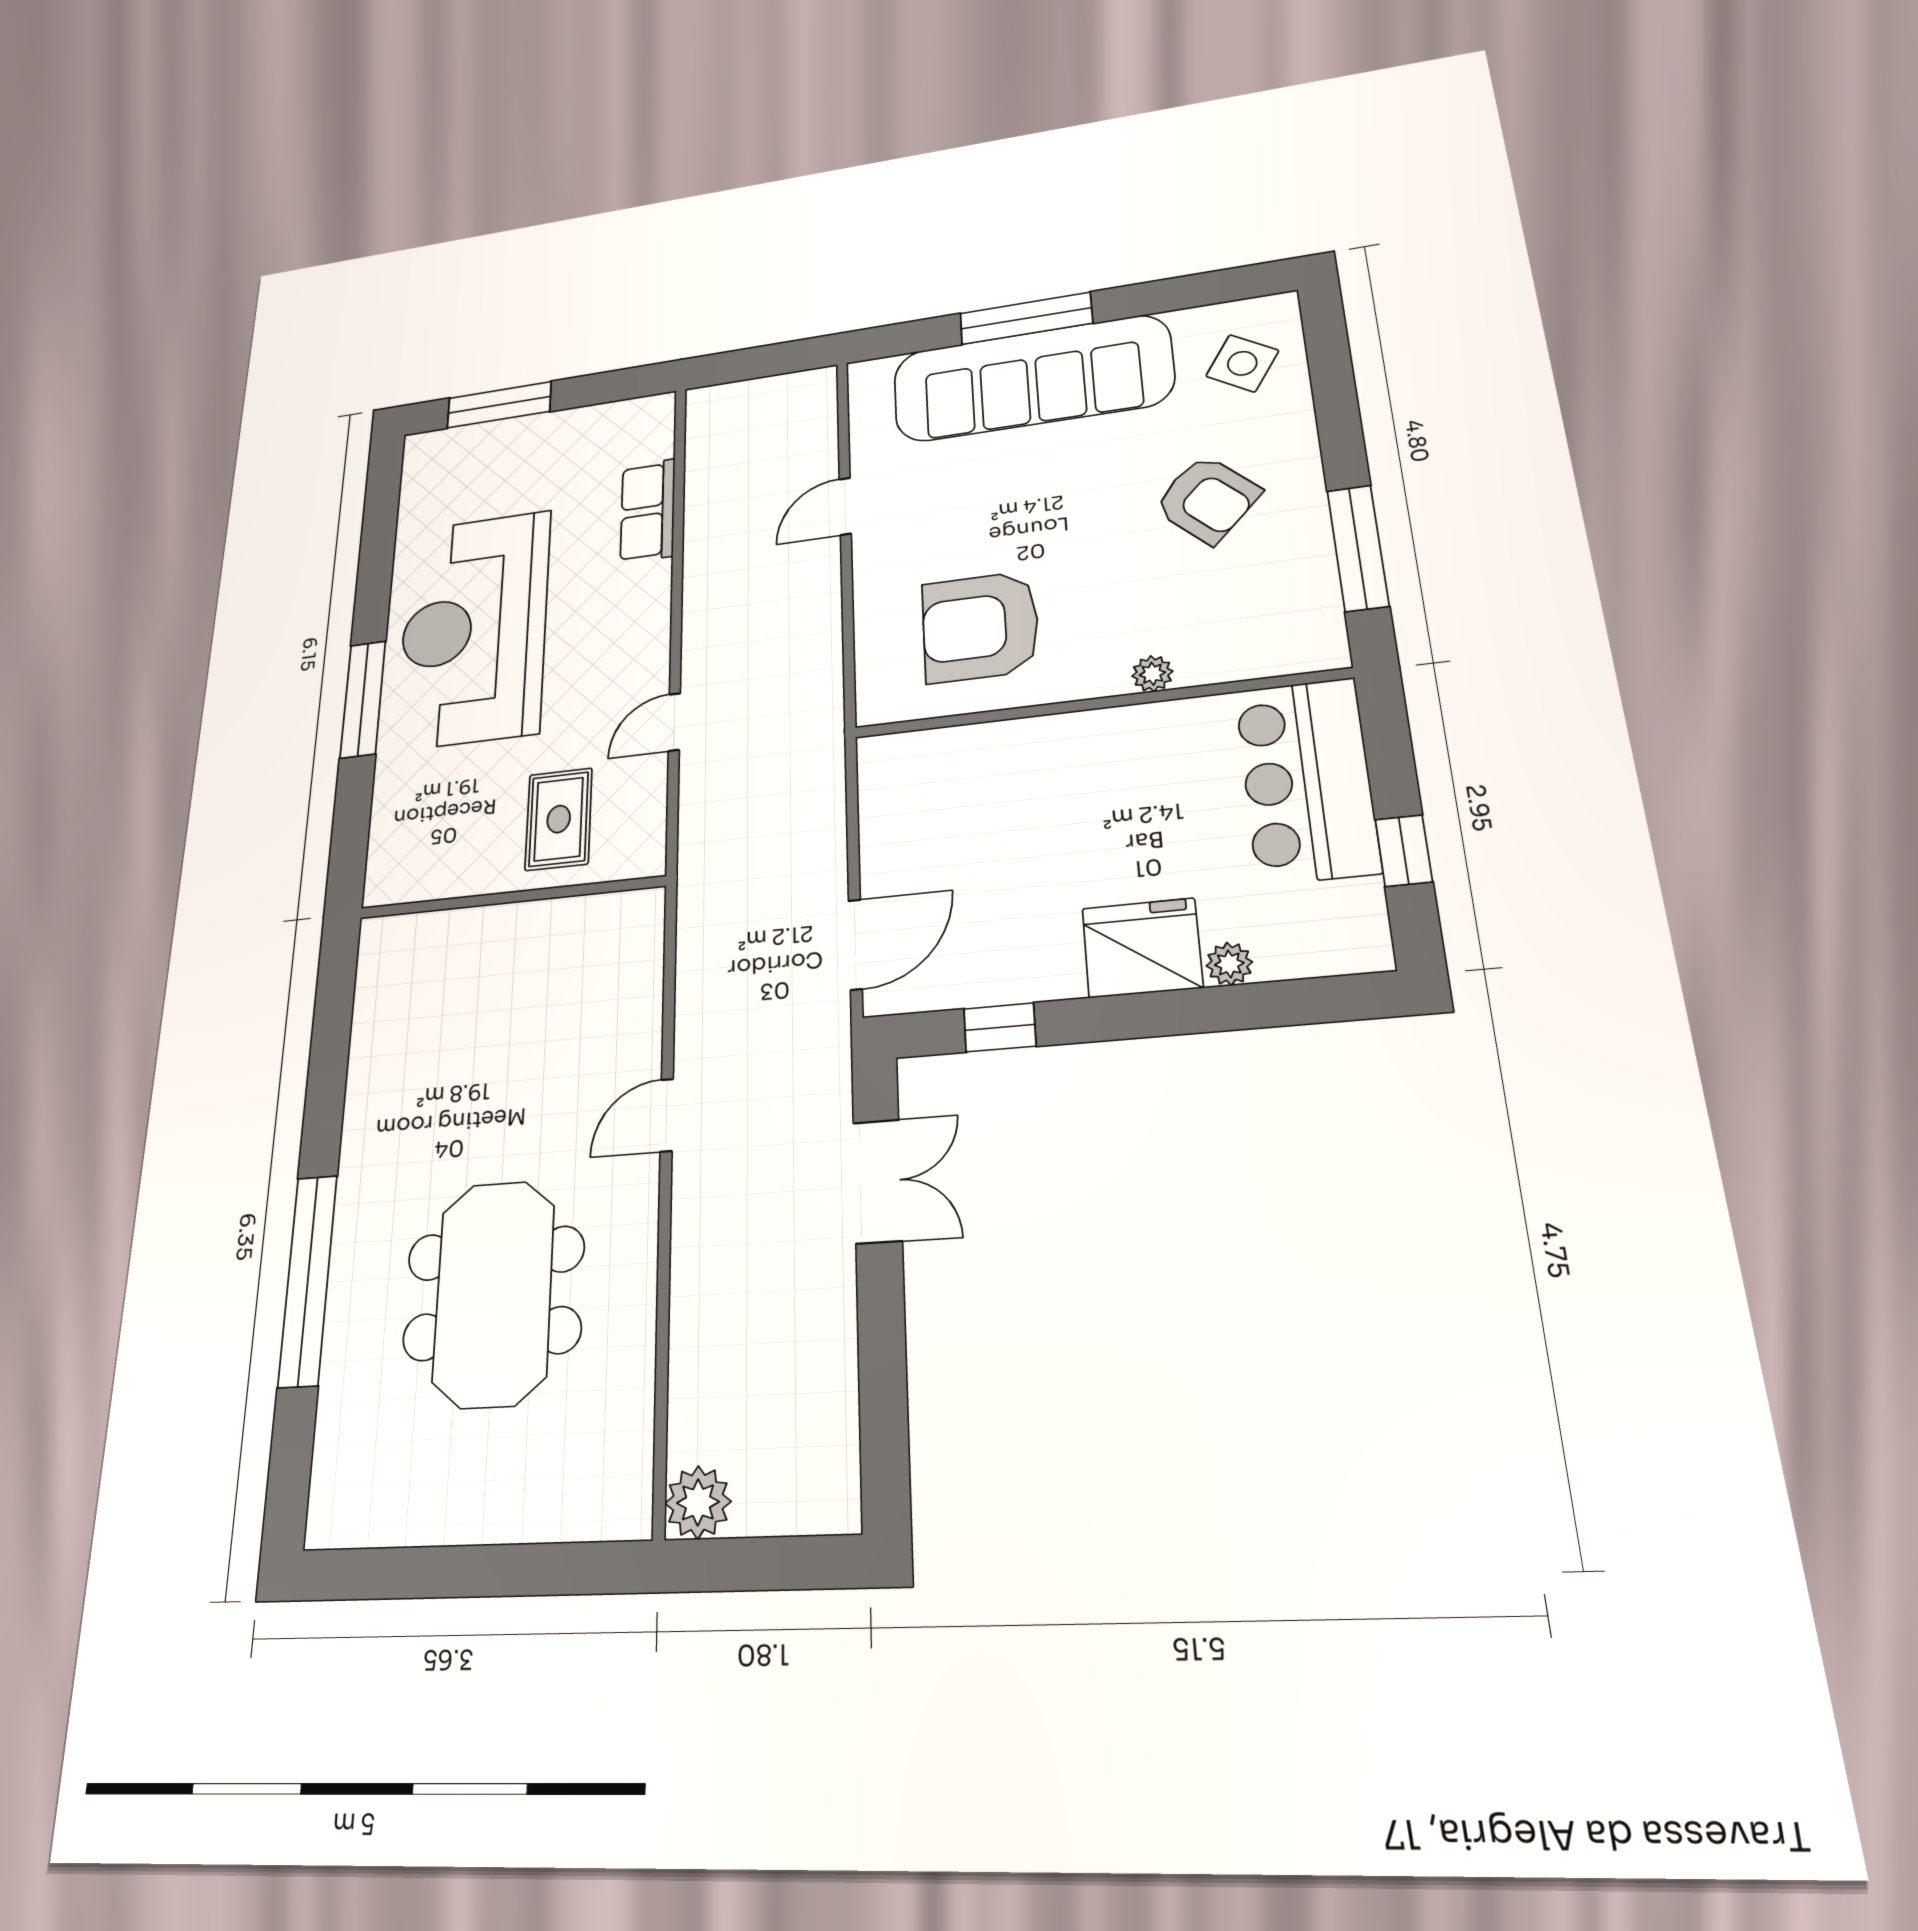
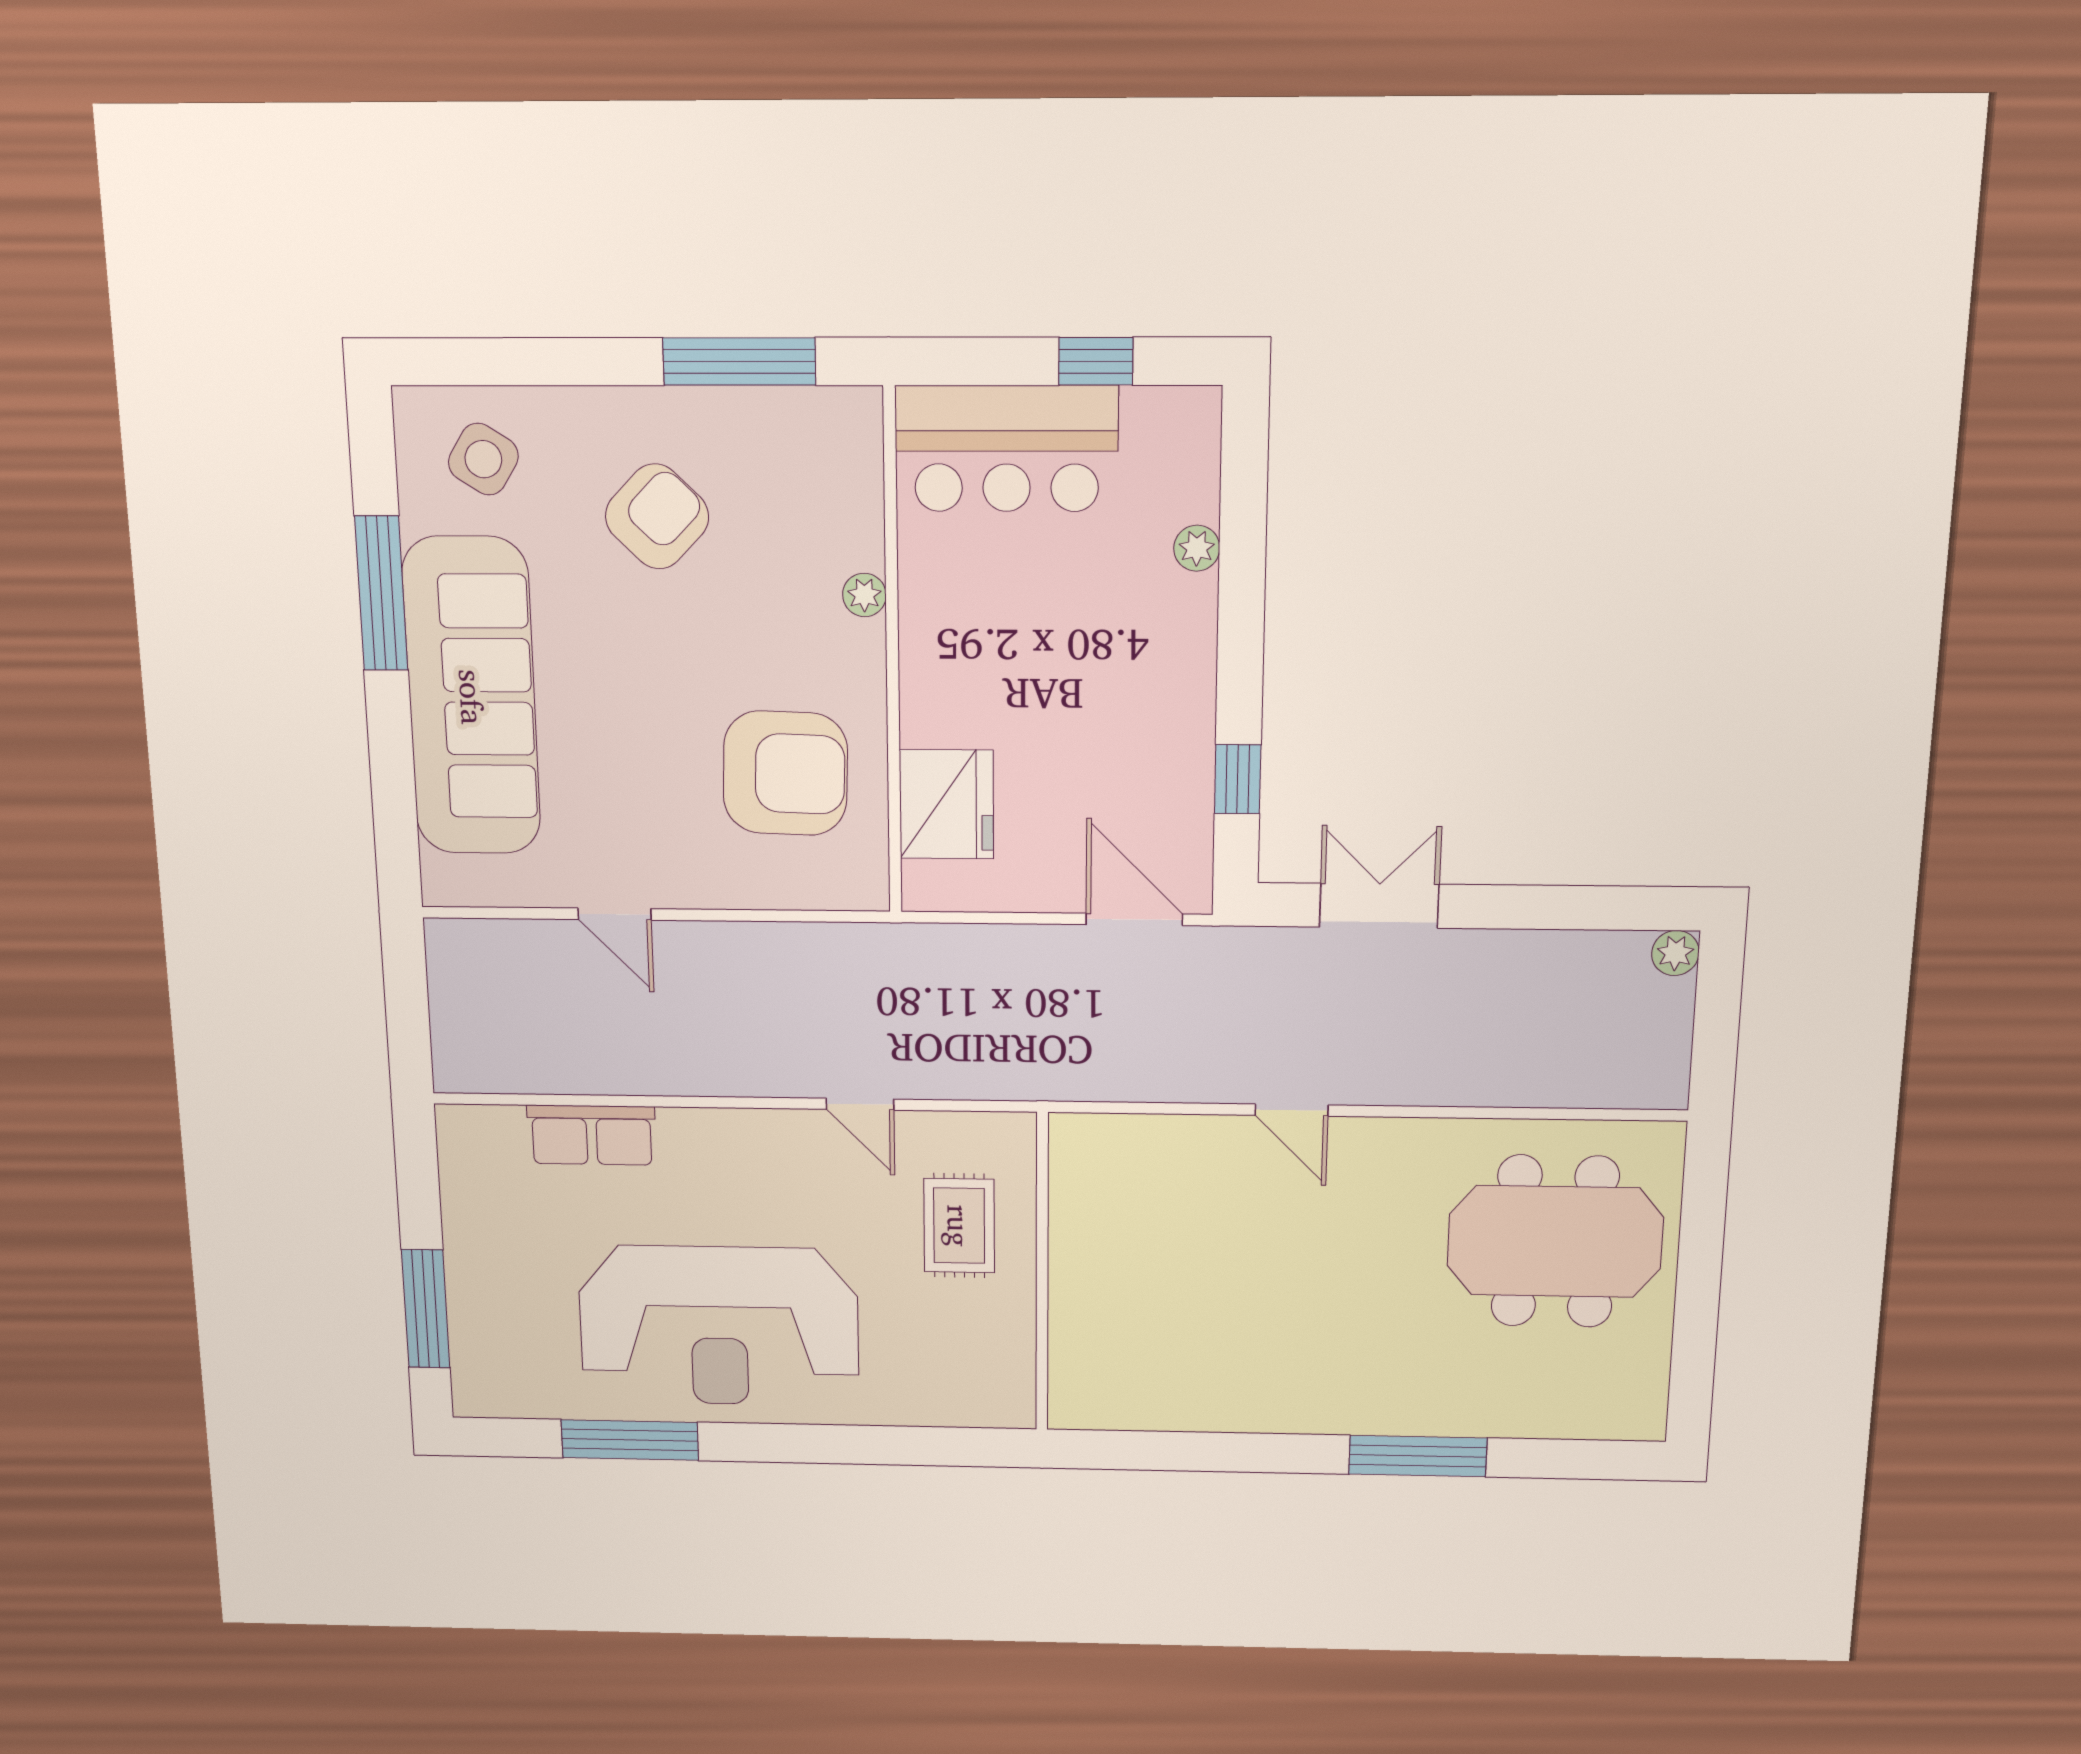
window: (1026, 318) -> (381, 593), moved
armchair: (980, 627) -> (785, 773), turned -88
window: (363, 699) -> (630, 1440), moved
rug: (559, 819) -> (959, 1226), turned 90
fridge: (1142, 948) -> (946, 804), moved, turned 180
window: (308, 1280) -> (1418, 1456), width x0.68
meeting table: (494, 1293) -> (1555, 1241), moved
plant: (698, 1502) -> (1675, 953), moved, width x0.73, depth x0.73

